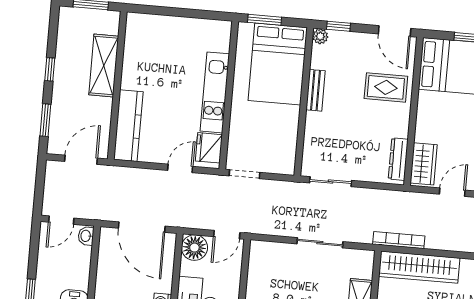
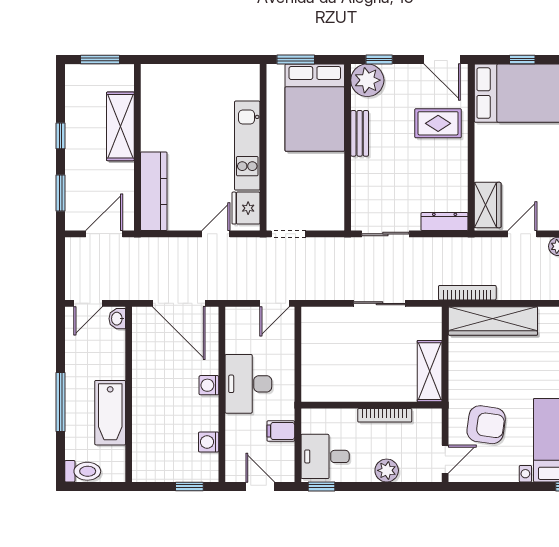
plant: (320, 36) -> (367, 80), width x1.88, depth x1.88
dresser: (398, 159) -> (445, 222), moved, turned 90
floor lamp: (194, 248) -> (240, 321), removed

